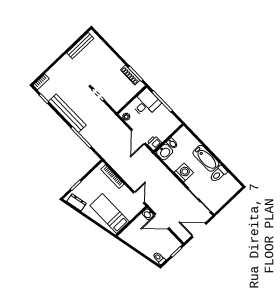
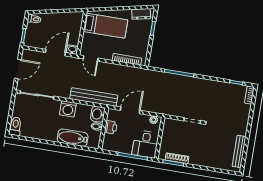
bench: (67, 113) -> (94, 97), moved
door: (138, 137) -> (130, 110), hinge flipped
printer: (154, 143) -> (111, 127), moved
bathtub: (206, 158) -> (73, 138), moved
toilet: (218, 174) -> (15, 126), moved

